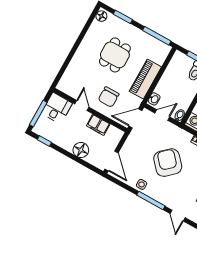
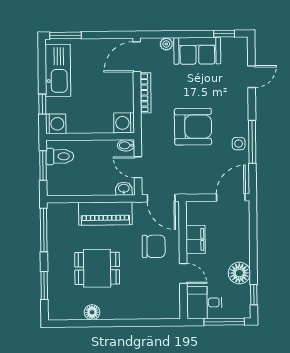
floor lamp: (101, 16) -> (92, 312), moved
door: (82, 106) -> (183, 273), swing flipped
floor lamp: (81, 150) -> (239, 273), moved
armchair: (168, 163) -> (193, 127), turned -138
window: (151, 201) -> (252, 142), moved

